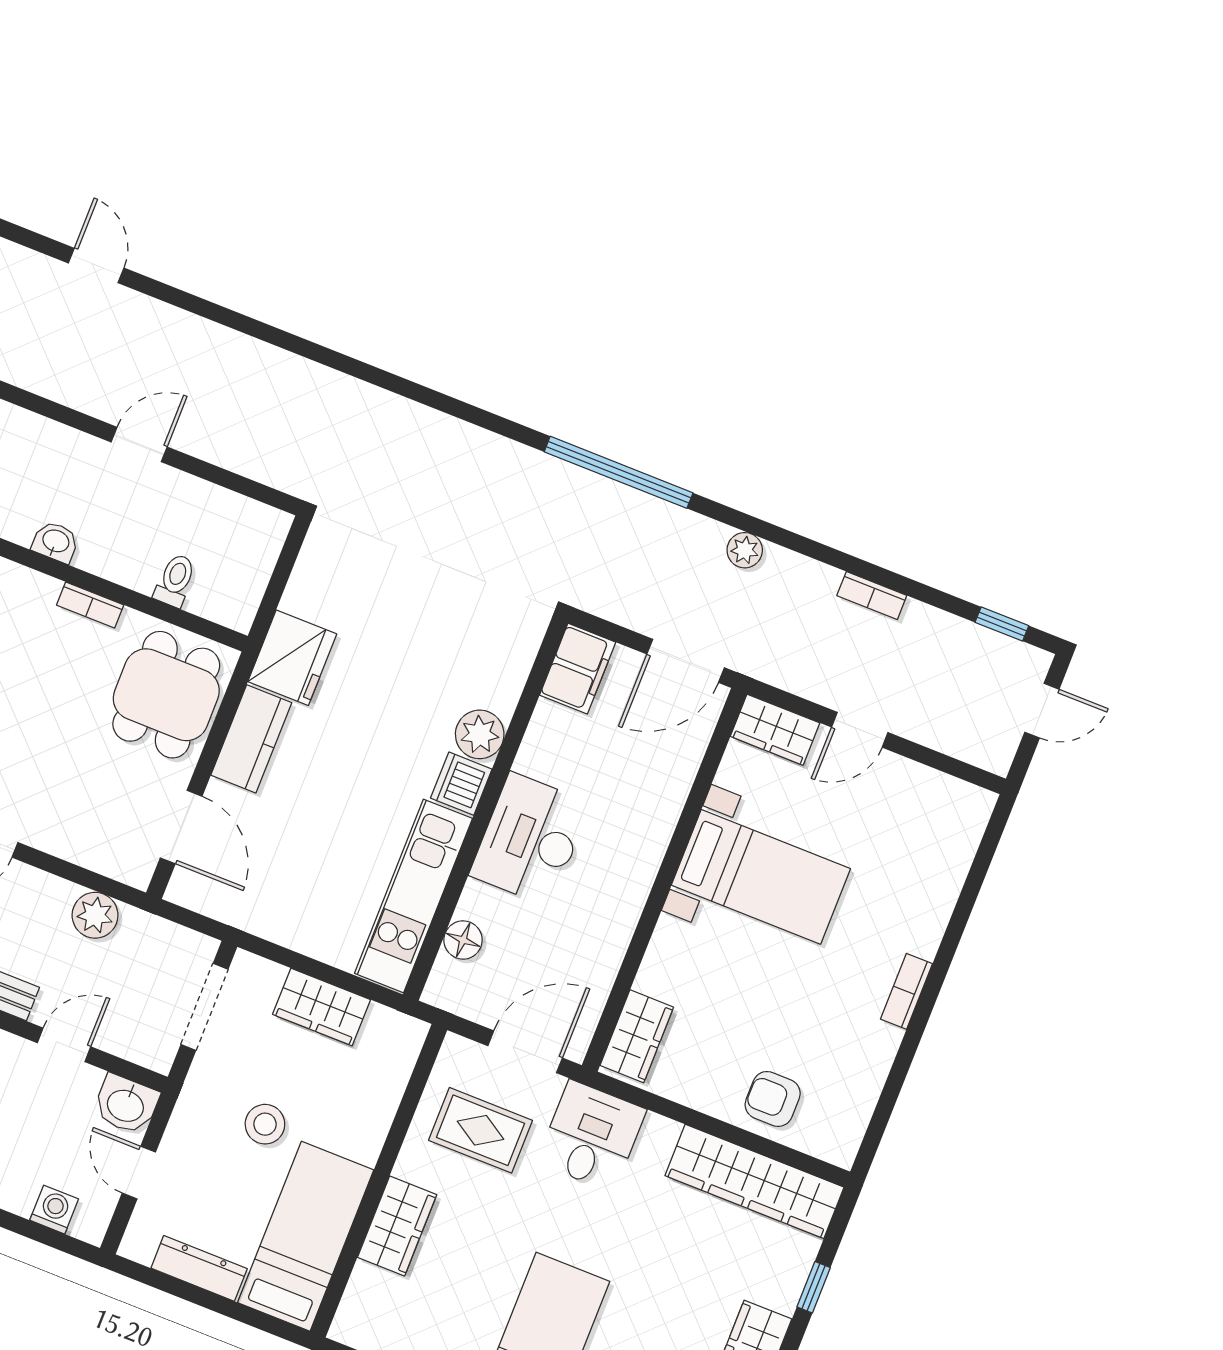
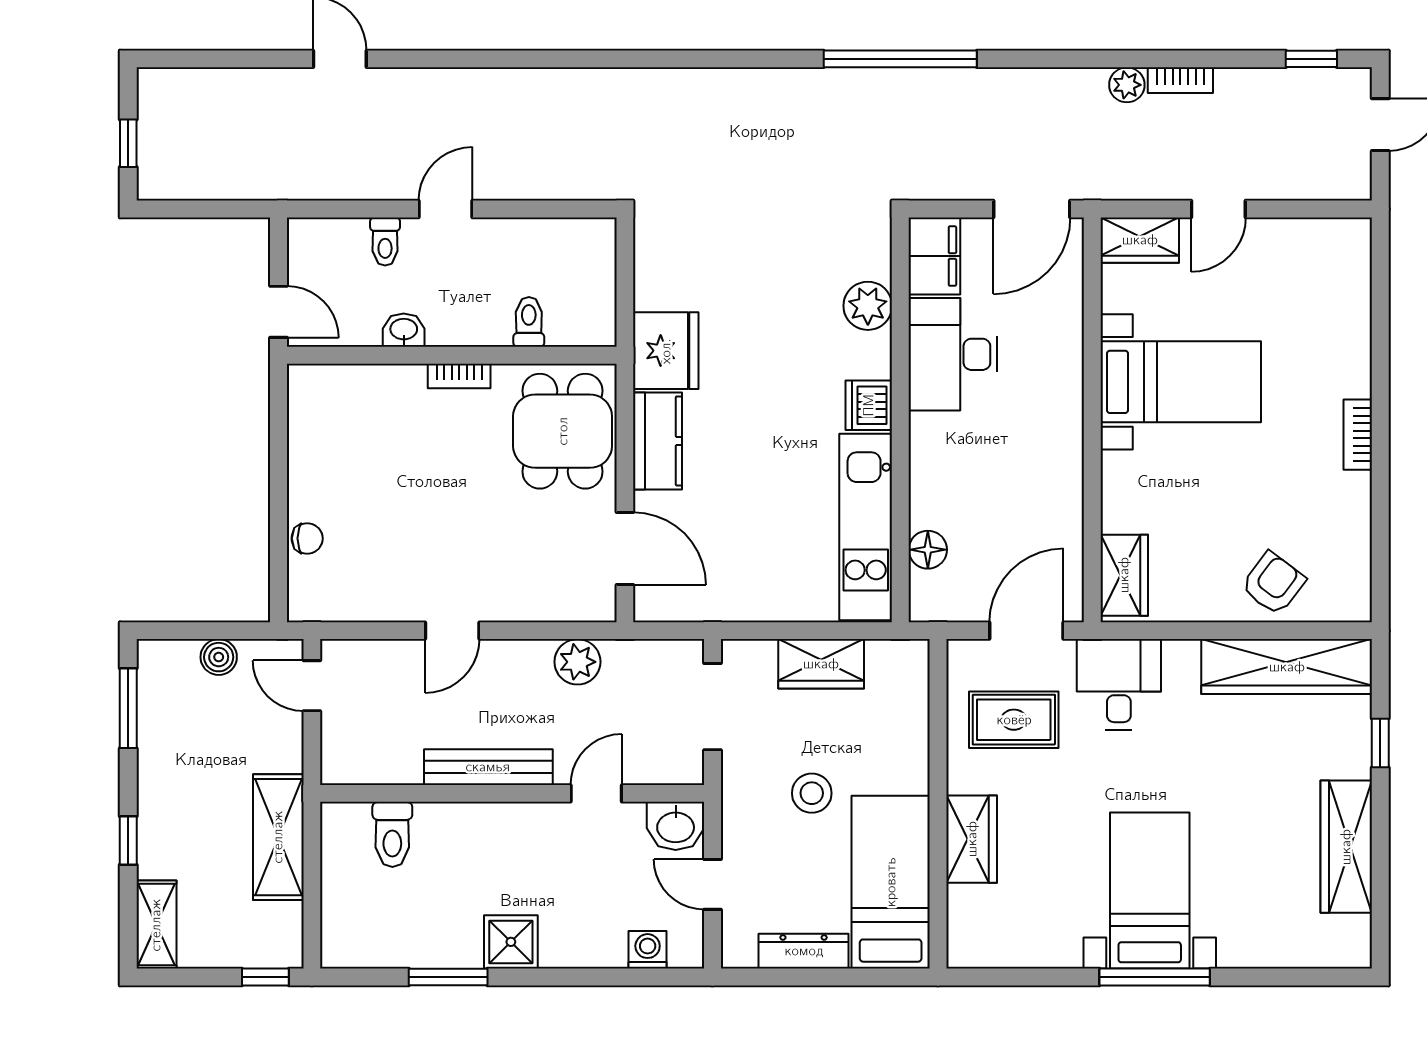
toilet: (71, 452) -> (385, 242), added
plant: (745, 550) -> (1127, 85), moved
plant: (480, 734) -> (868, 306), moved
desk: (530, 839) -> (953, 354), moved
armchair: (773, 1099) -> (1273, 583), turned 127

